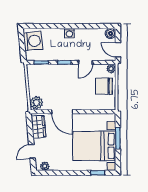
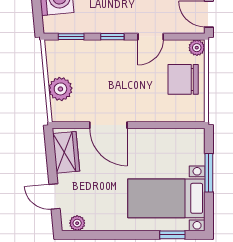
plant: (36, 103) -> (60, 89), moved
bed with nightstands: (94, 146) -> (166, 198), width x0.73
door: (32, 151) -> (54, 196), hinge flipped

